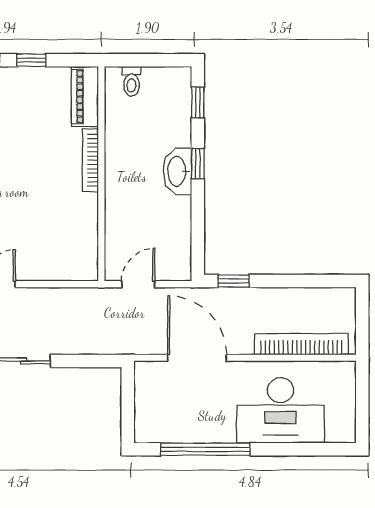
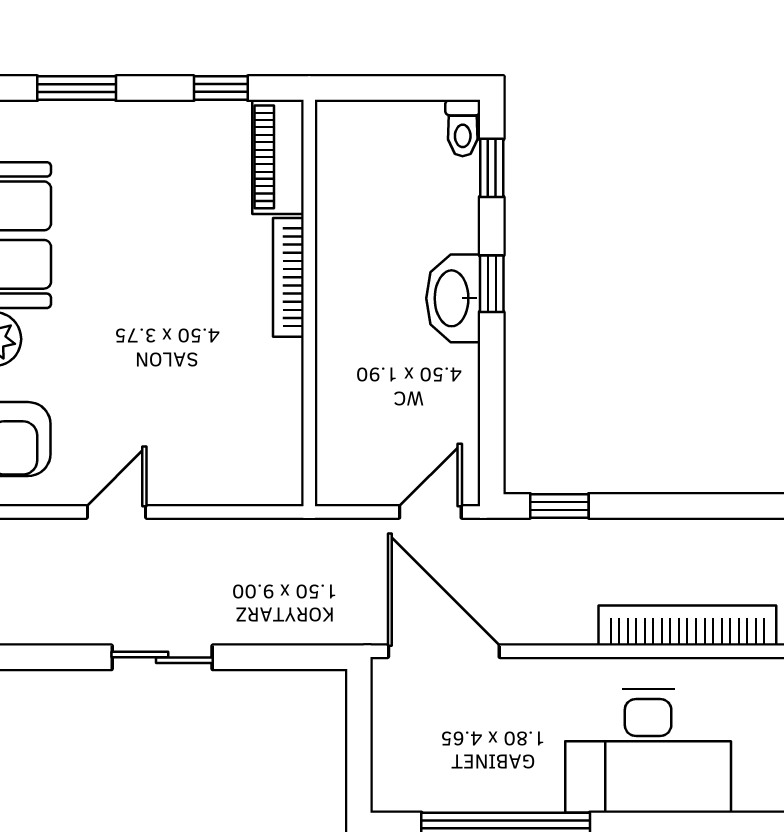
window: (31, 60) -> (221, 88), moved
toilet: (132, 81) -> (463, 128), moved
door: (138, 284) -> (430, 512), moved
door: (197, 358) -> (444, 651), moved

